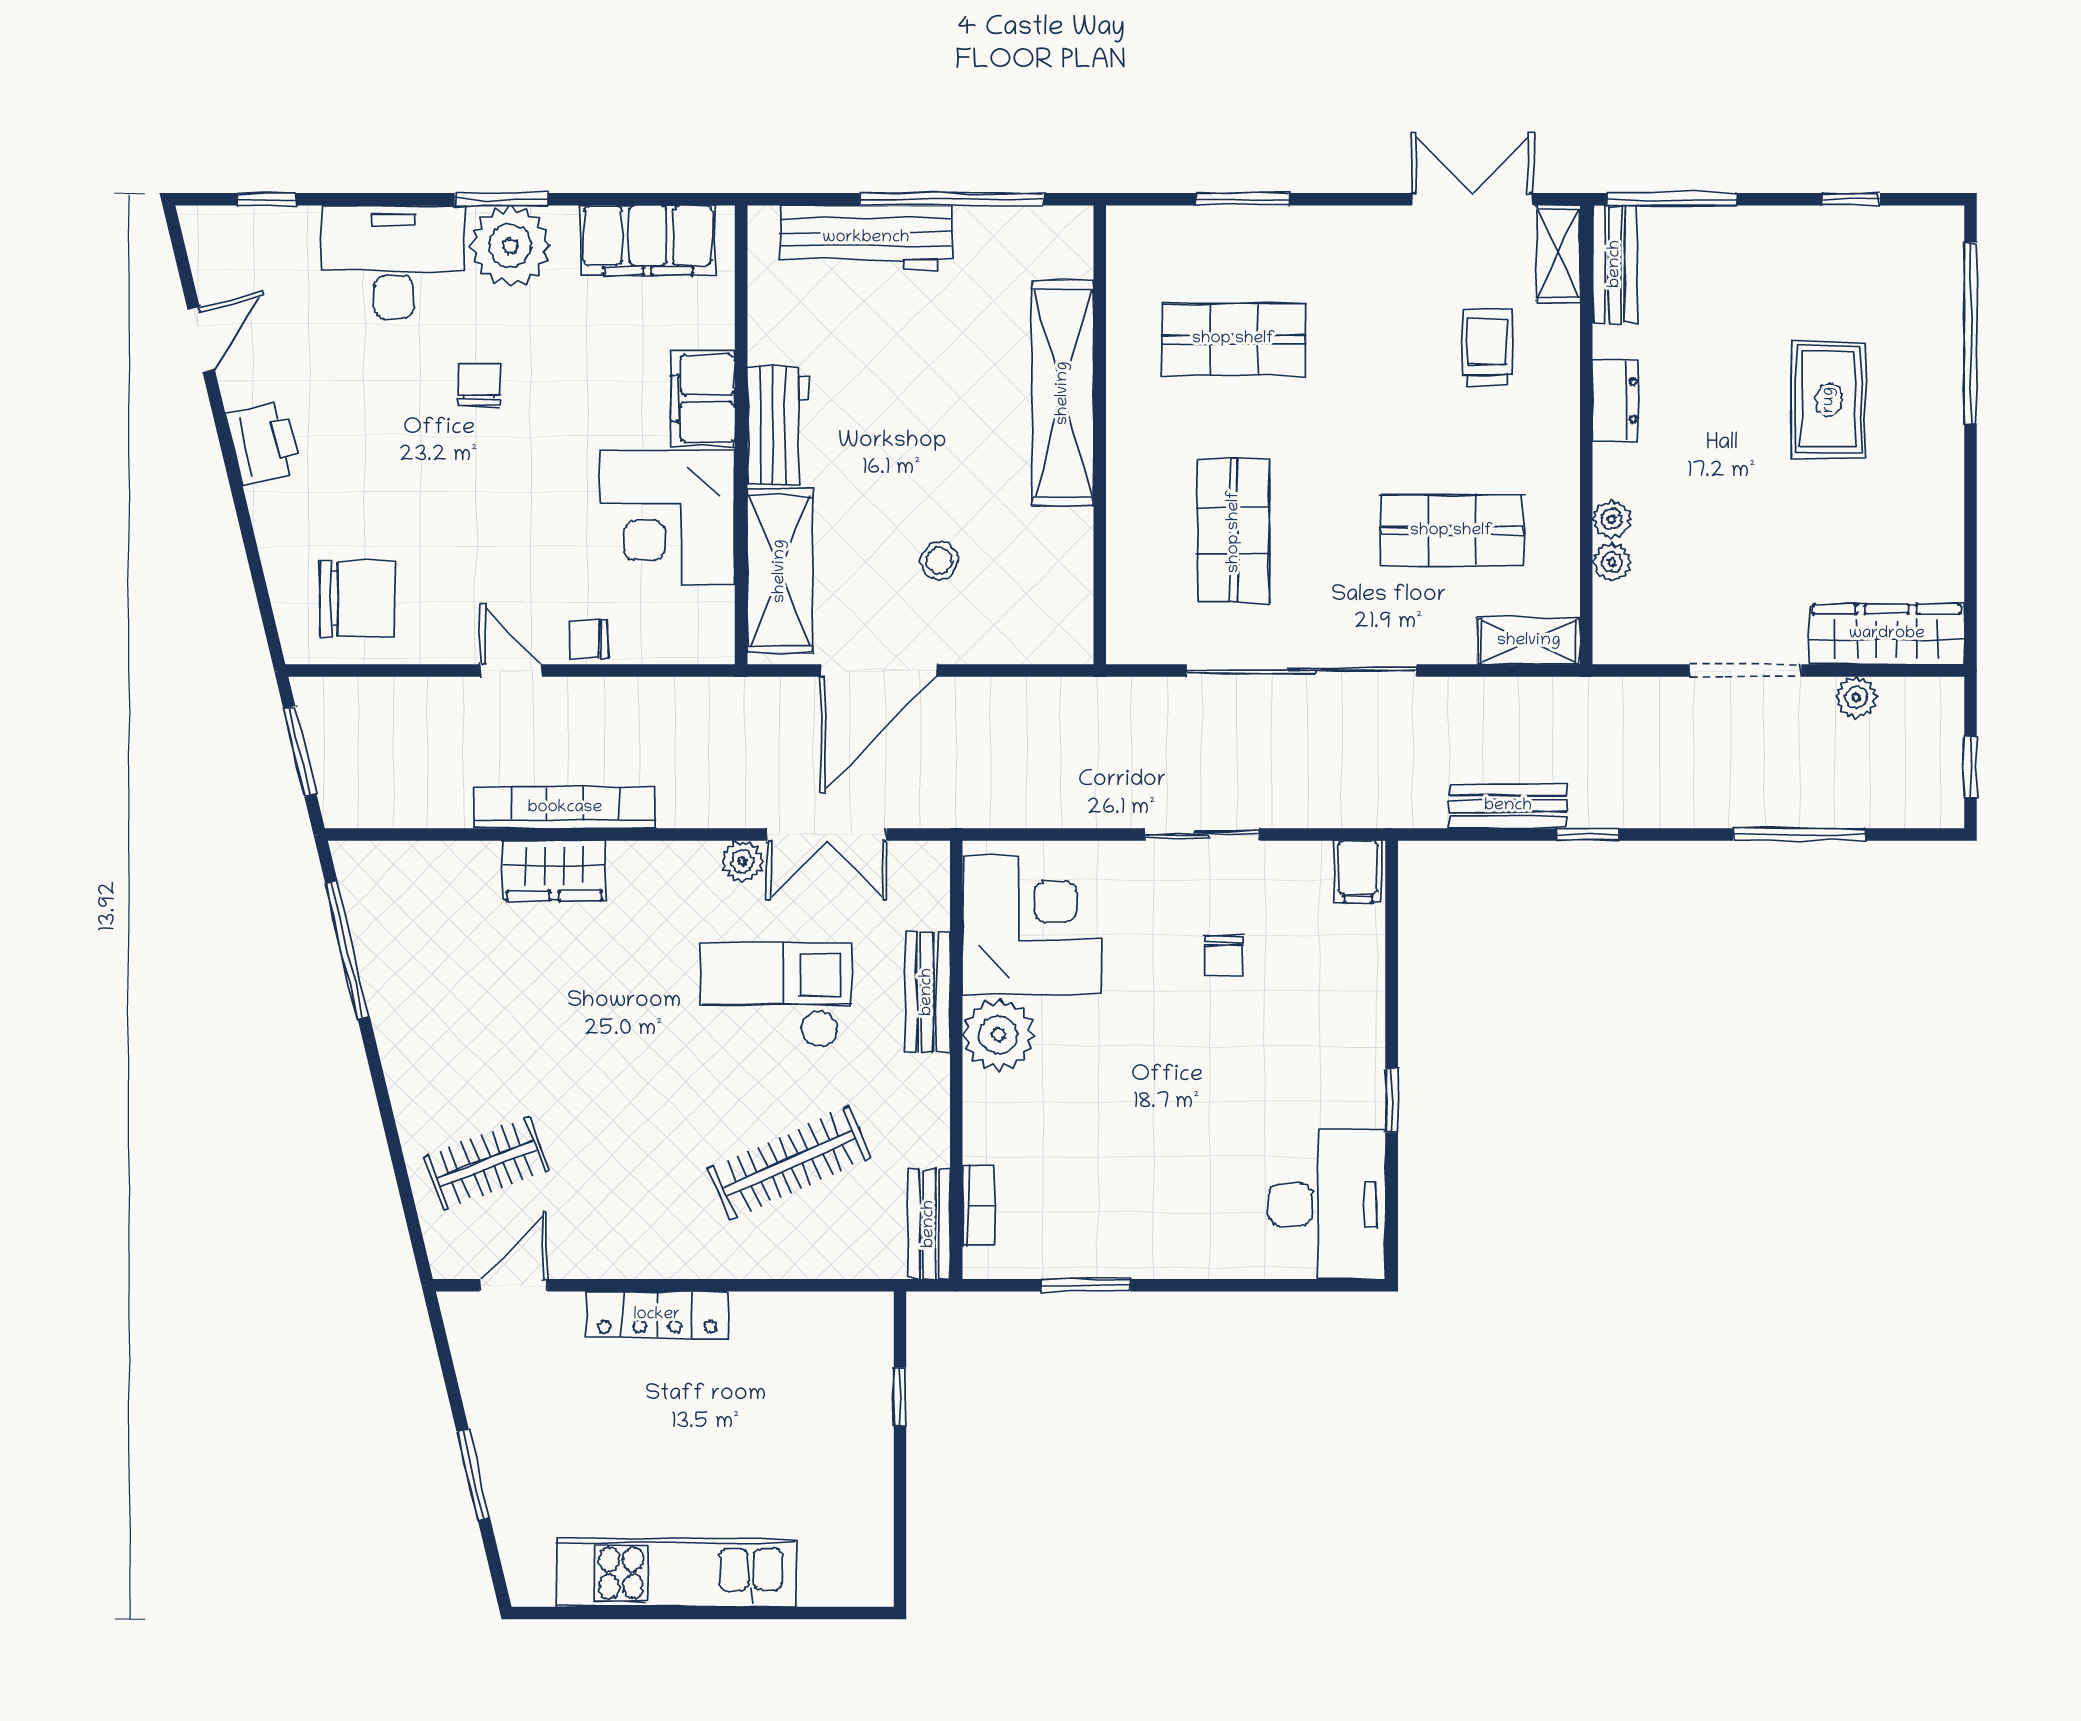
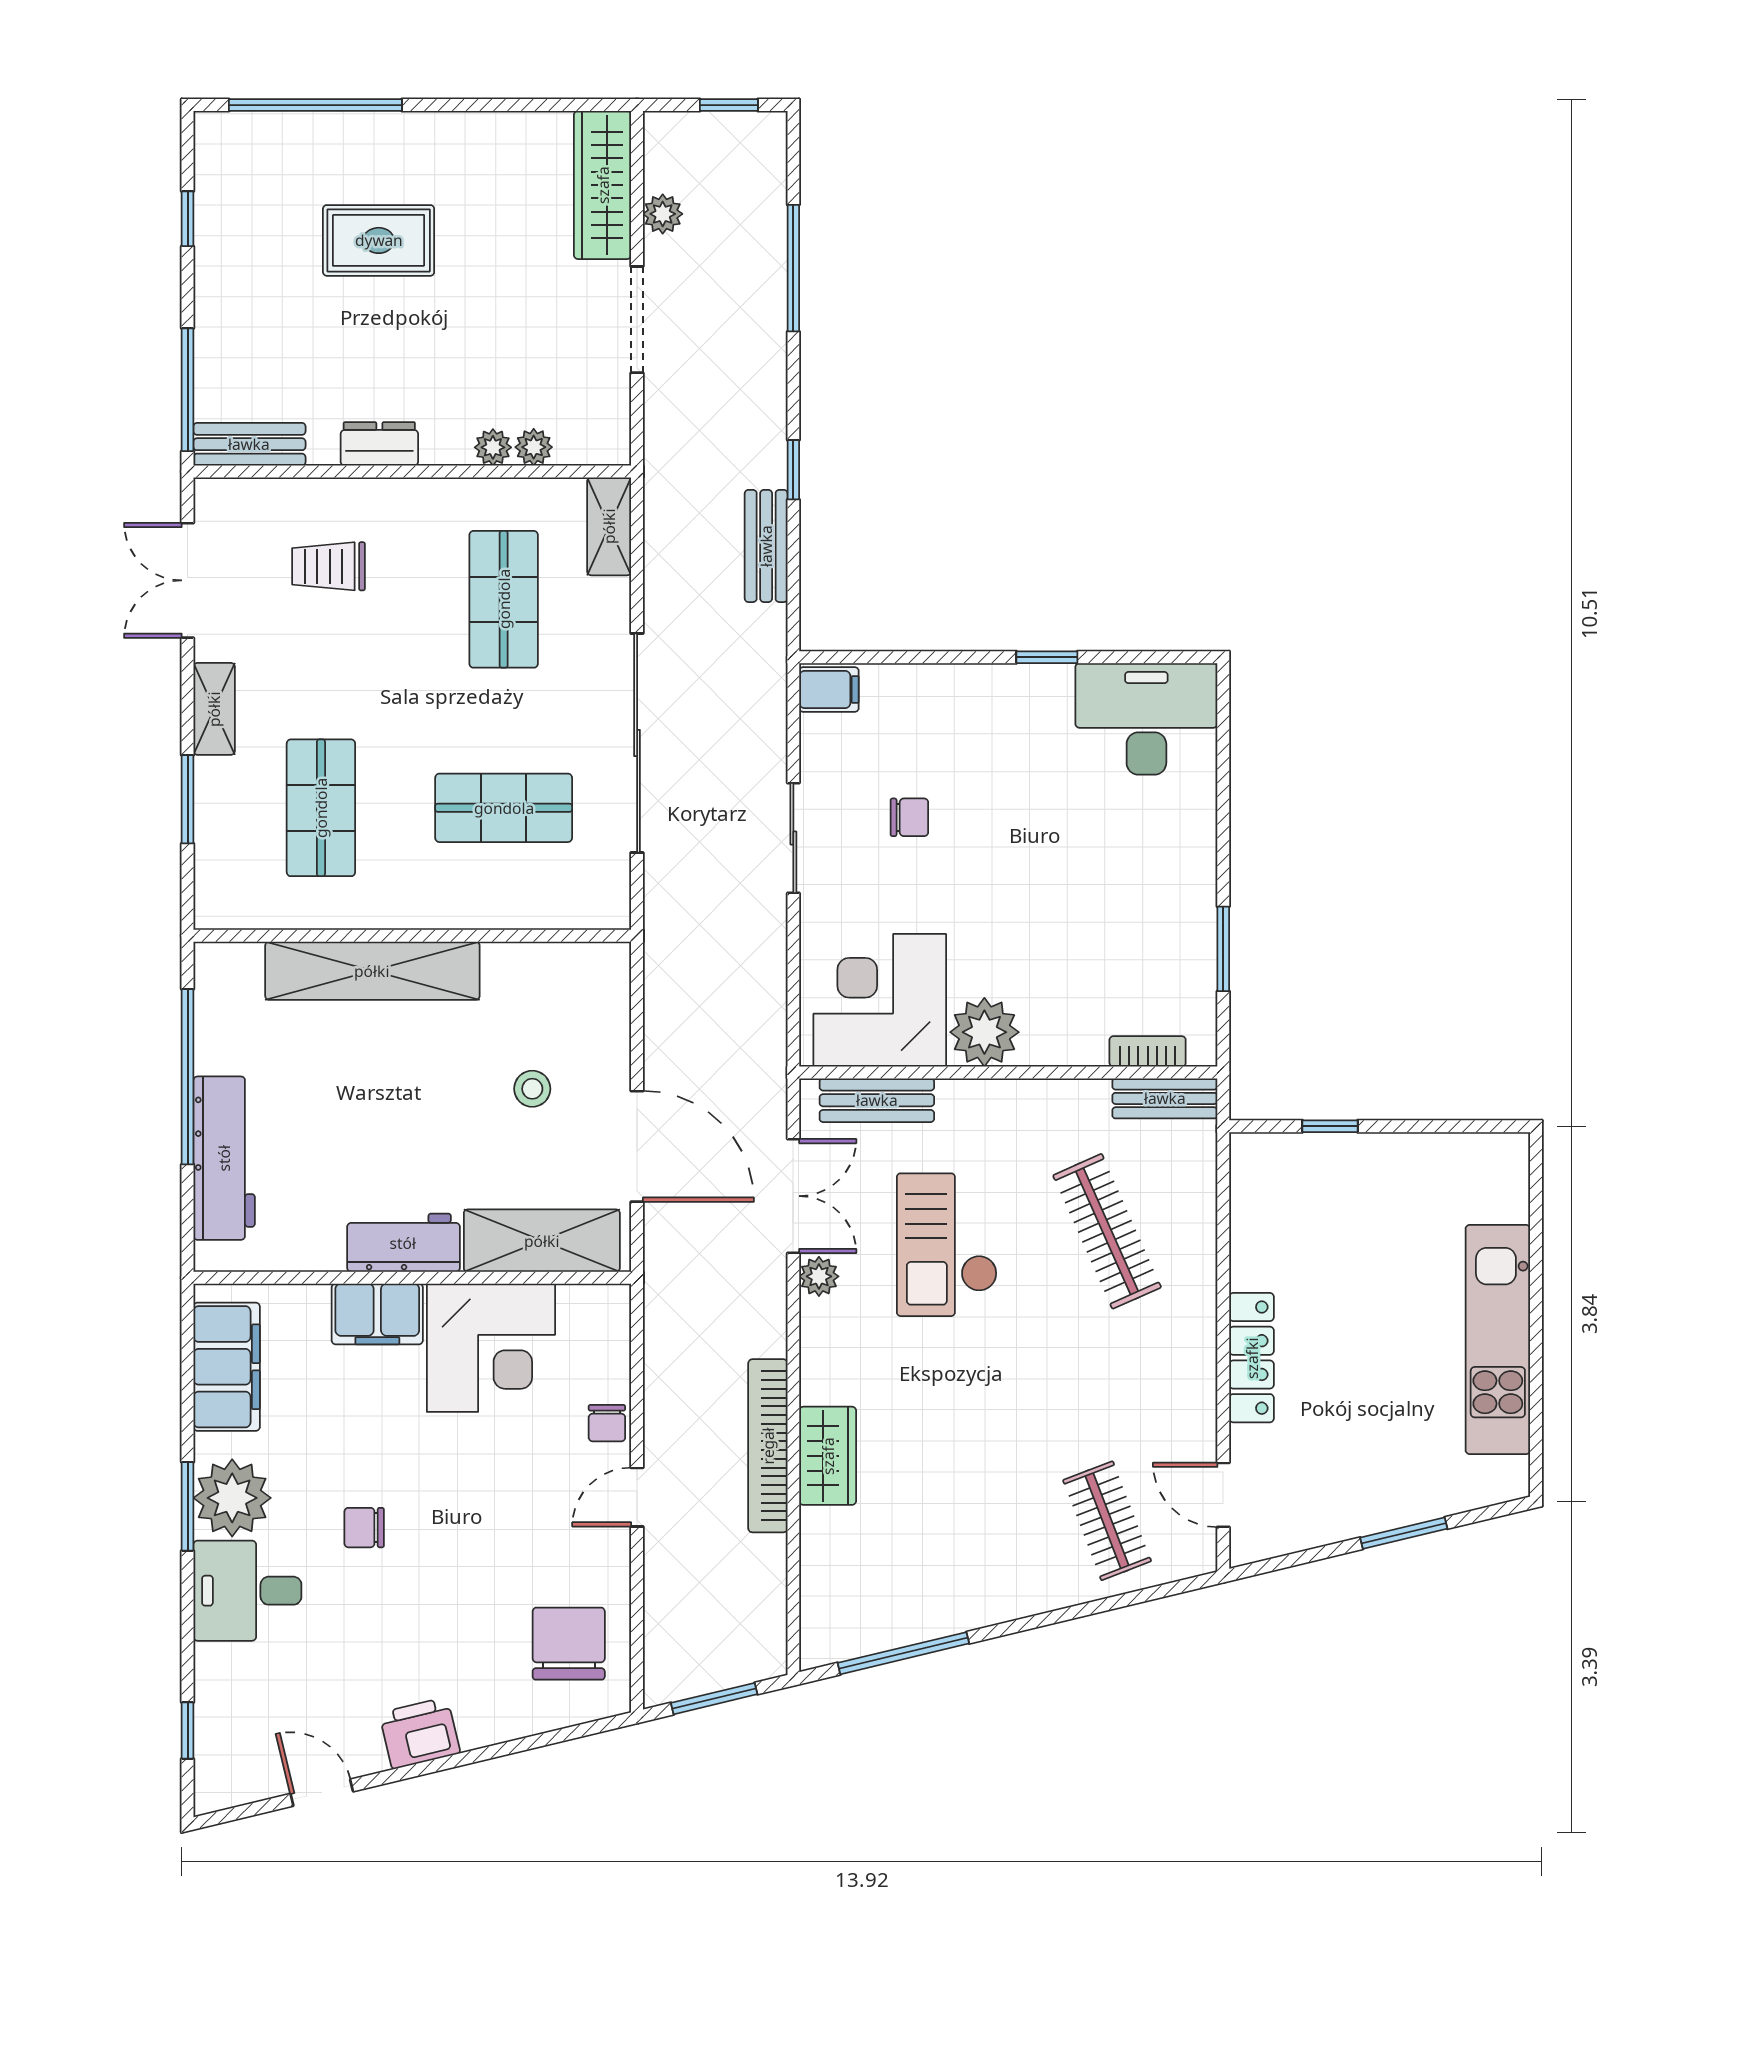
shelving: (1558, 254) -> (214, 709), moved, turned 90
desk: (393, 262) -> (247, 1591), width x0.73
bench: (927, 992) -> (877, 1100), moved

